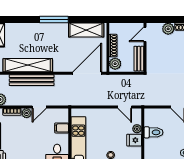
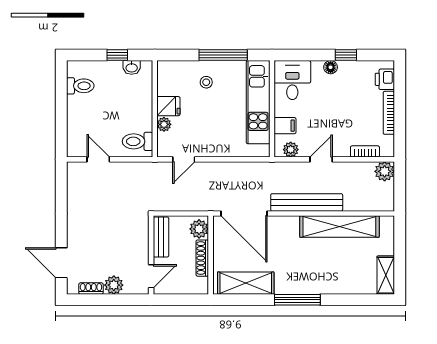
door: (87, 73) -> (244, 214), hinge flipped
bench: (32, 80) -> (307, 202), moved
door: (125, 107) -> (184, 159), swing flipped
plant: (27, 113) -> (291, 150), moved
toilet: (153, 132) -> (137, 141), moved

